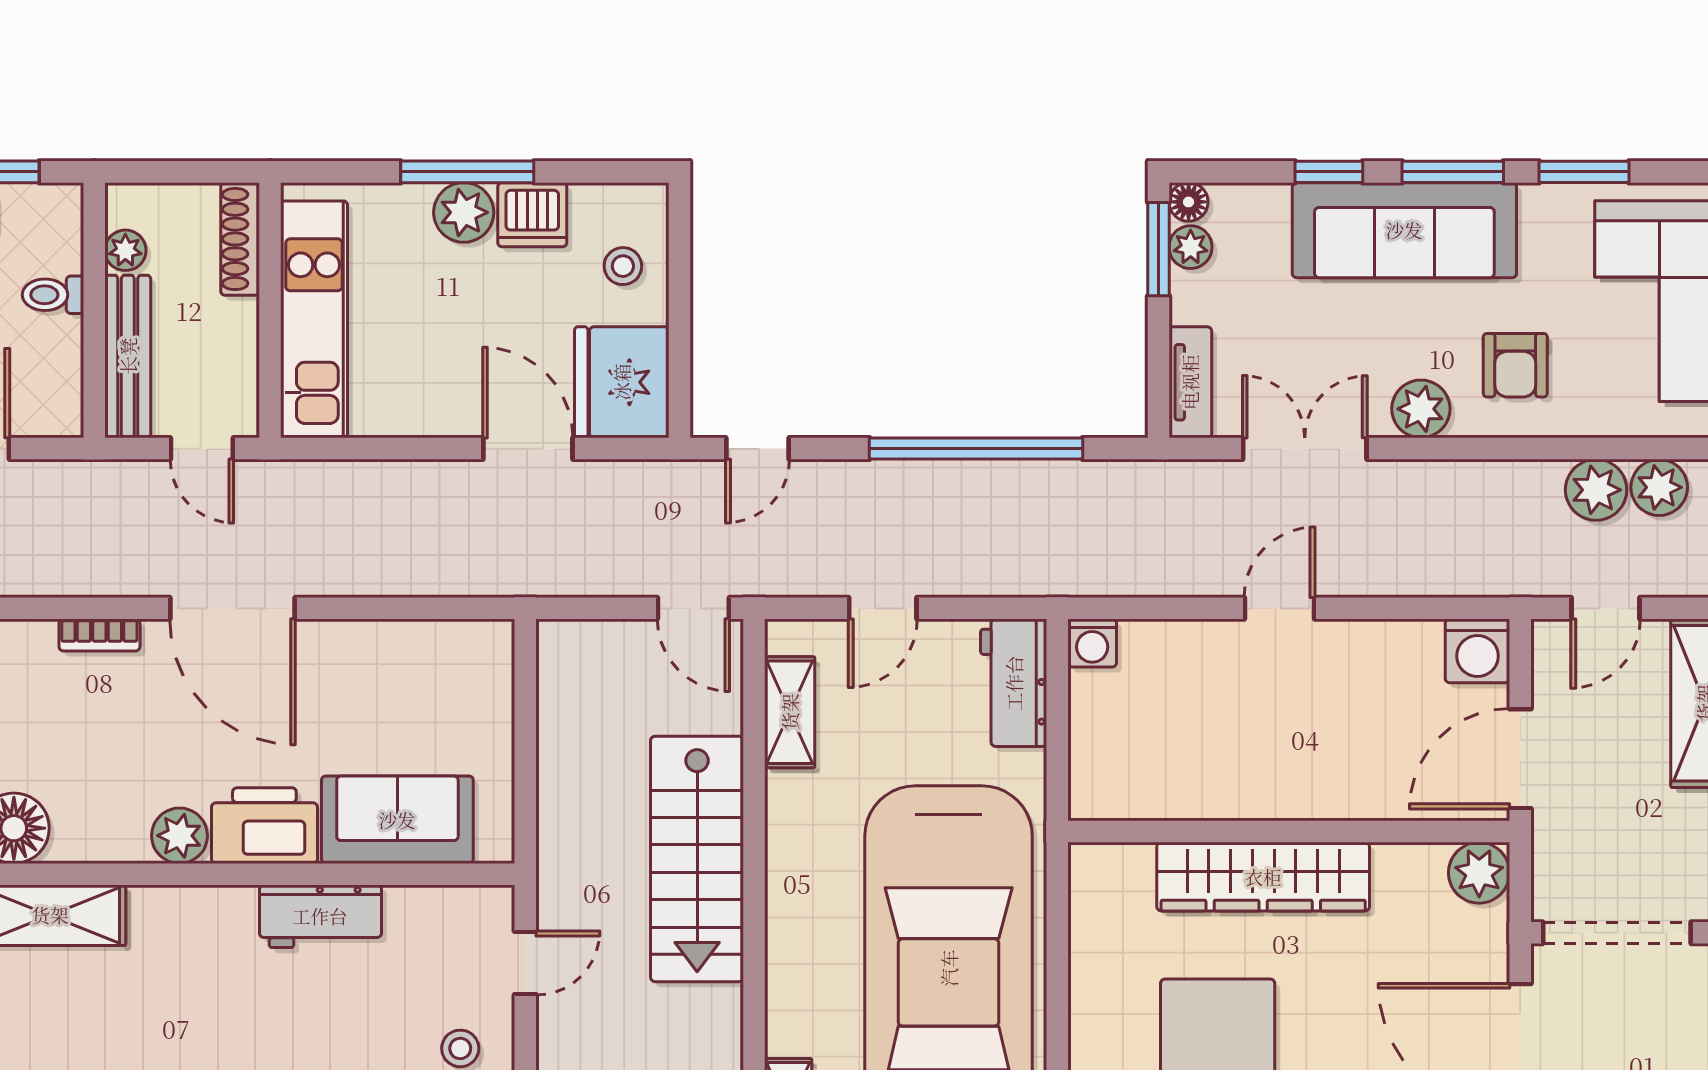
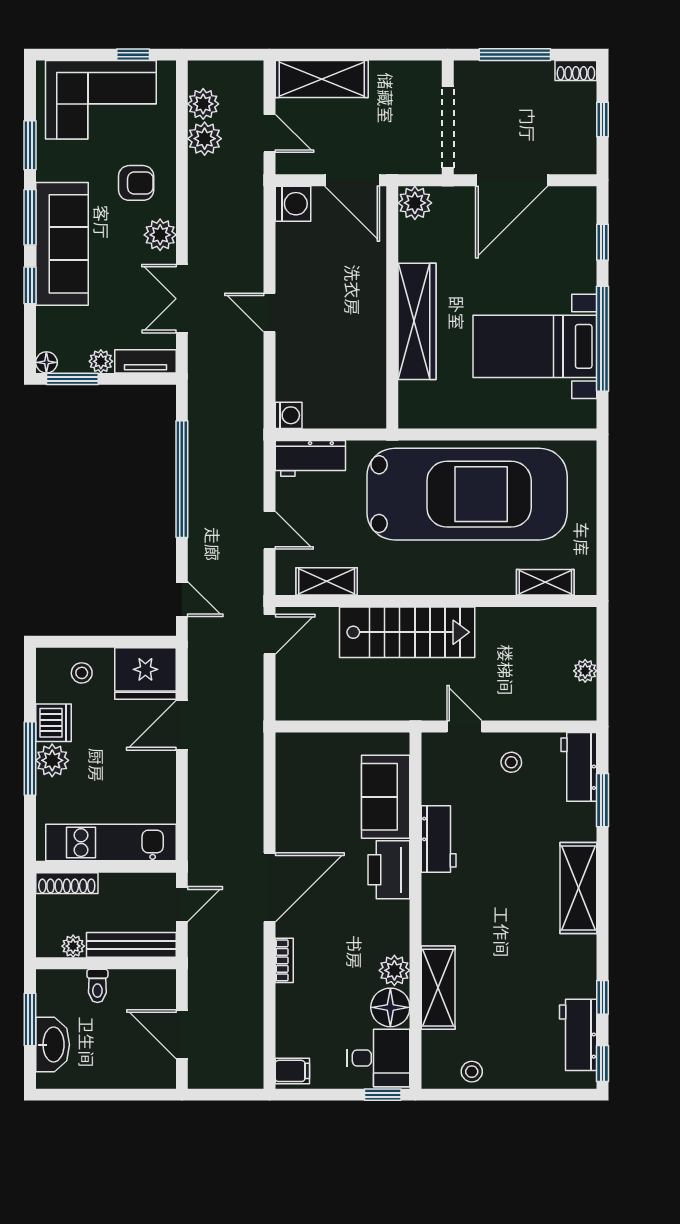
plant: (1191, 247) -> (101, 361), moved
plant: (180, 836) -> (394, 970), moved

